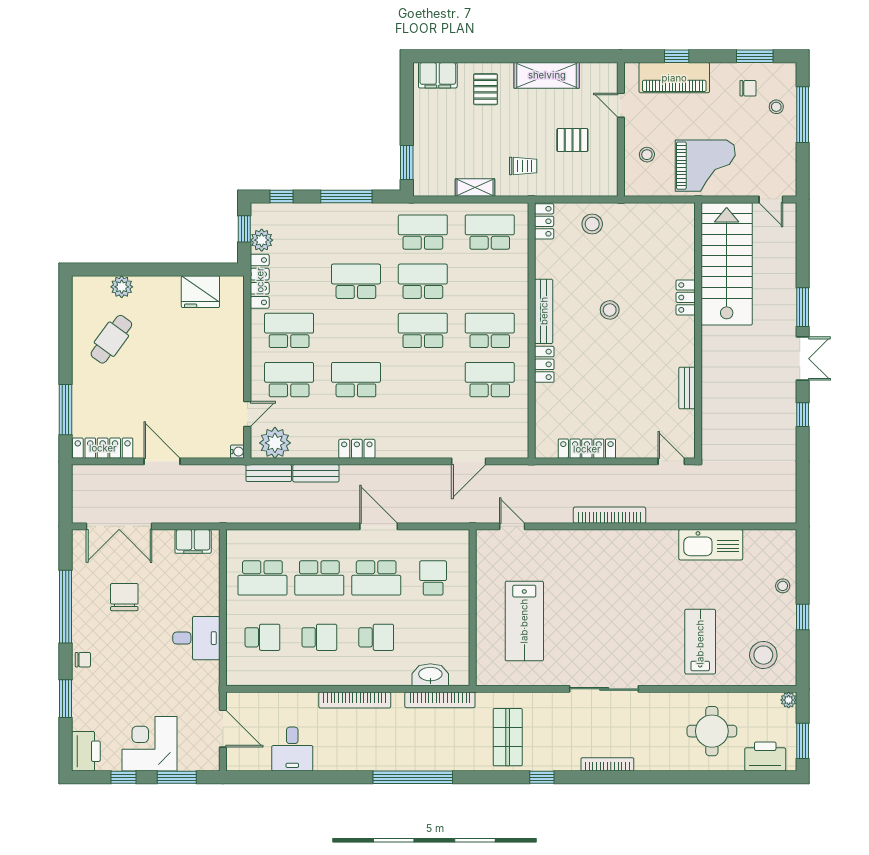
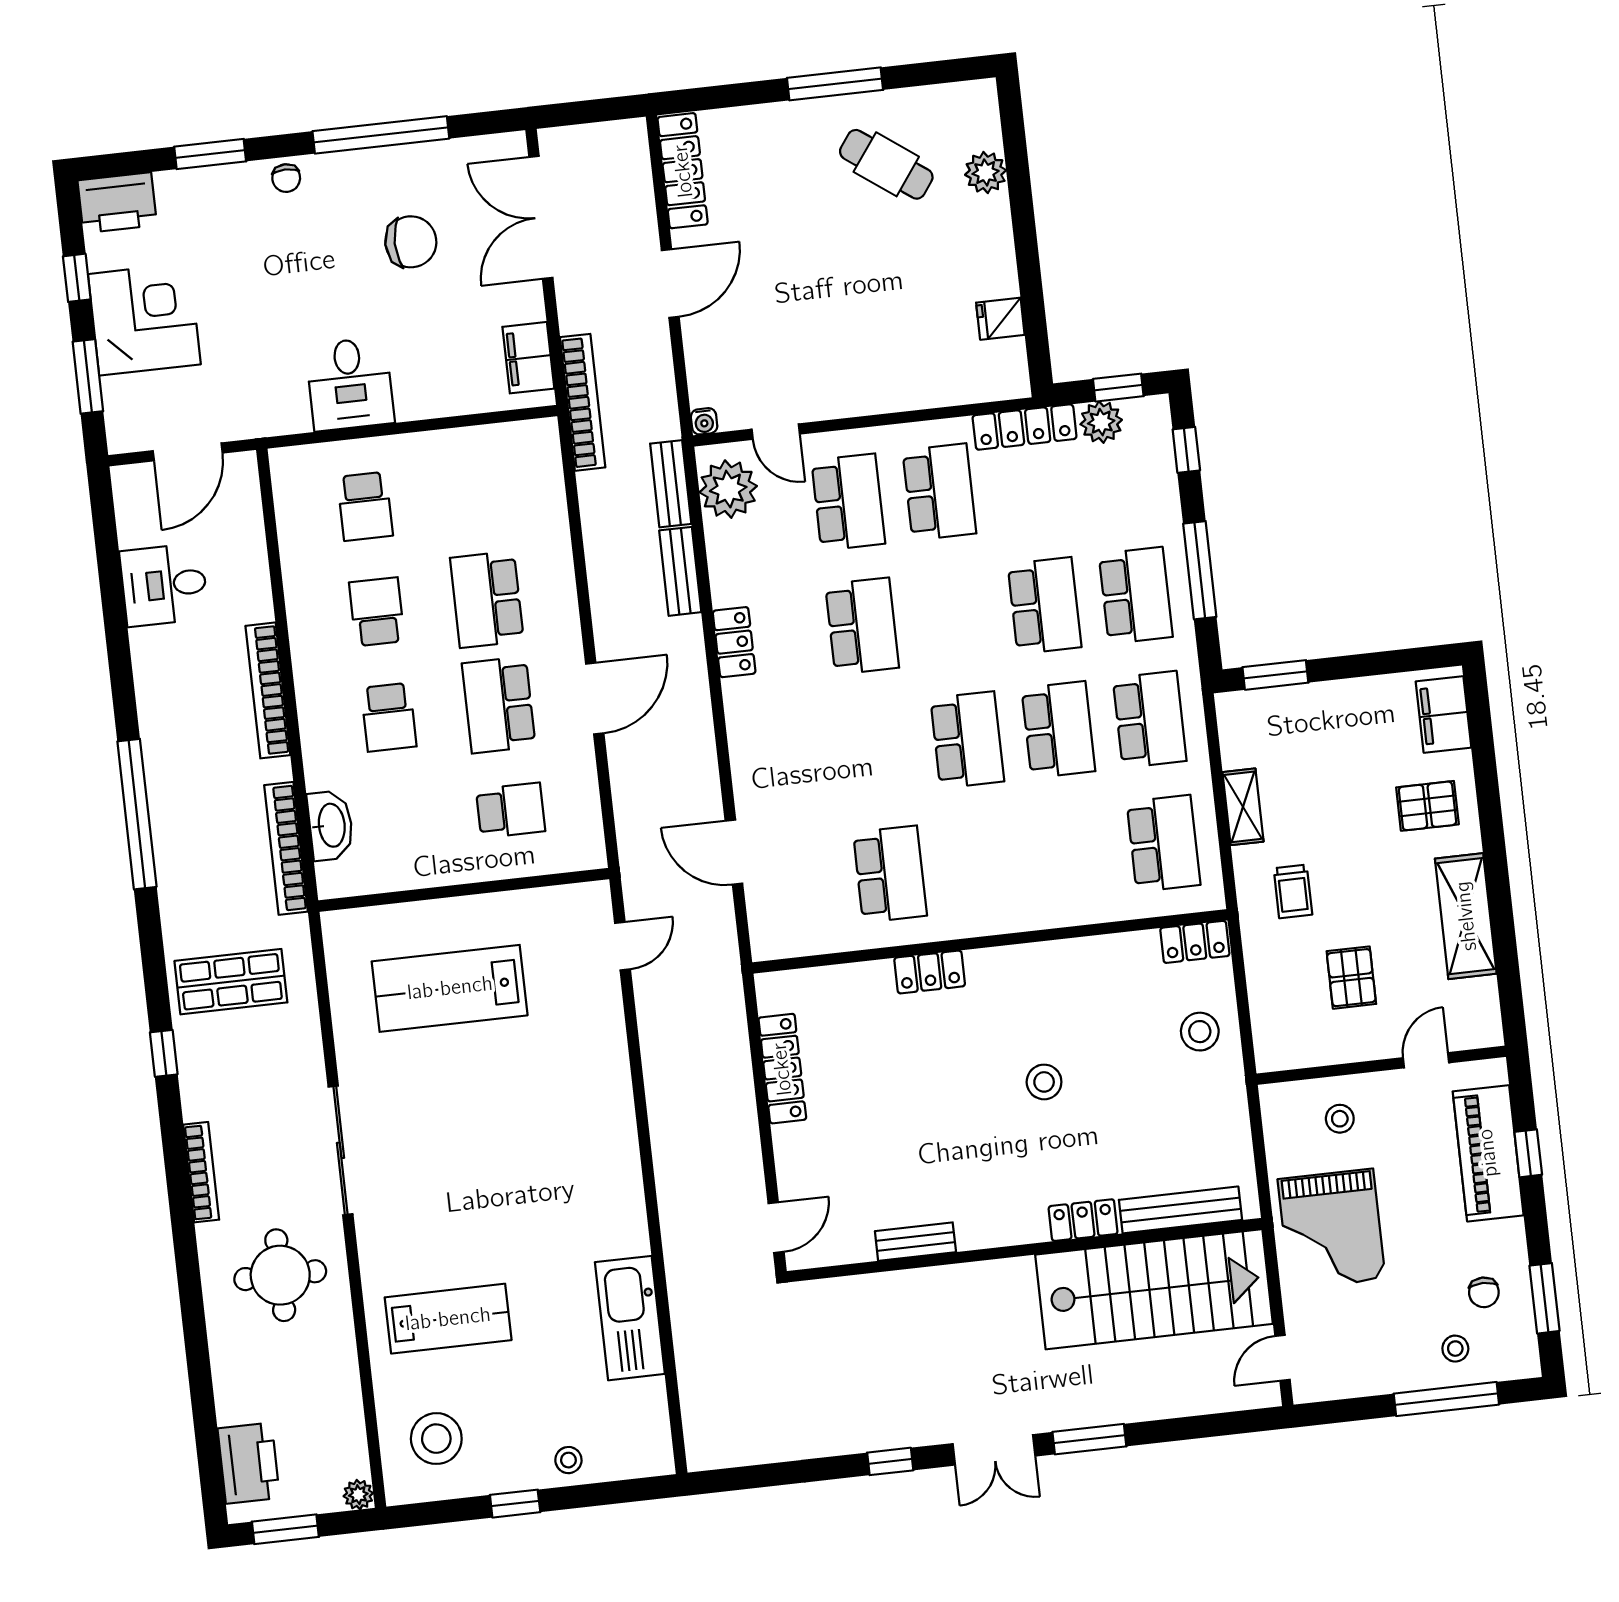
fridge: (200, 292) -> (1000, 319), width x0.53, depth x0.75
bench: (544, 311) -> (1180, 1210), moved
school desk: (490, 330) -> (1136, 595), moved
window: (66, 410) -> (835, 84), moved
bookcase: (610, 515) -> (583, 402), moved
school desk: (262, 578) -> (475, 494), removed
school desk: (319, 637) -> (377, 612), turned 180
round table: (712, 731) -> (280, 1275), moved

